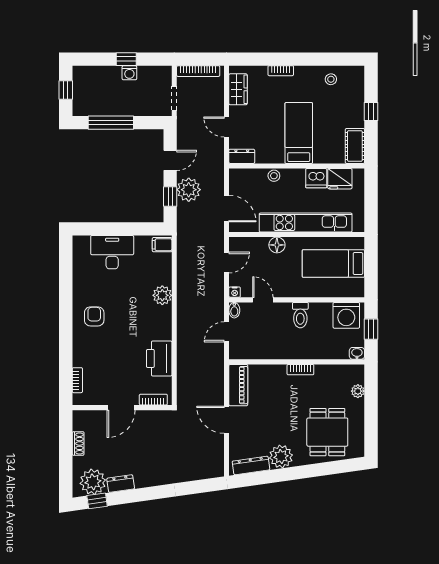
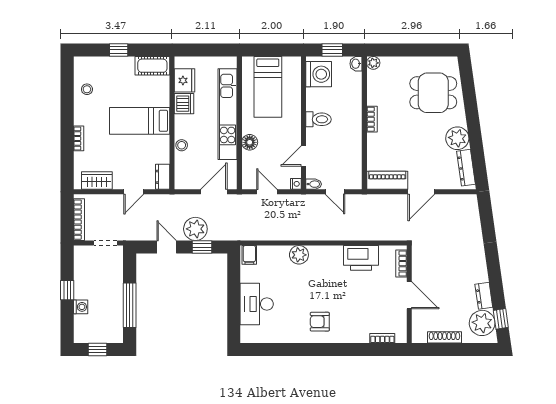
washing machine: (129, 73) -> (81, 307), moved
plant: (358, 391) -> (373, 63), moved
shoe rack: (78, 443) -> (444, 337), width x1.43

